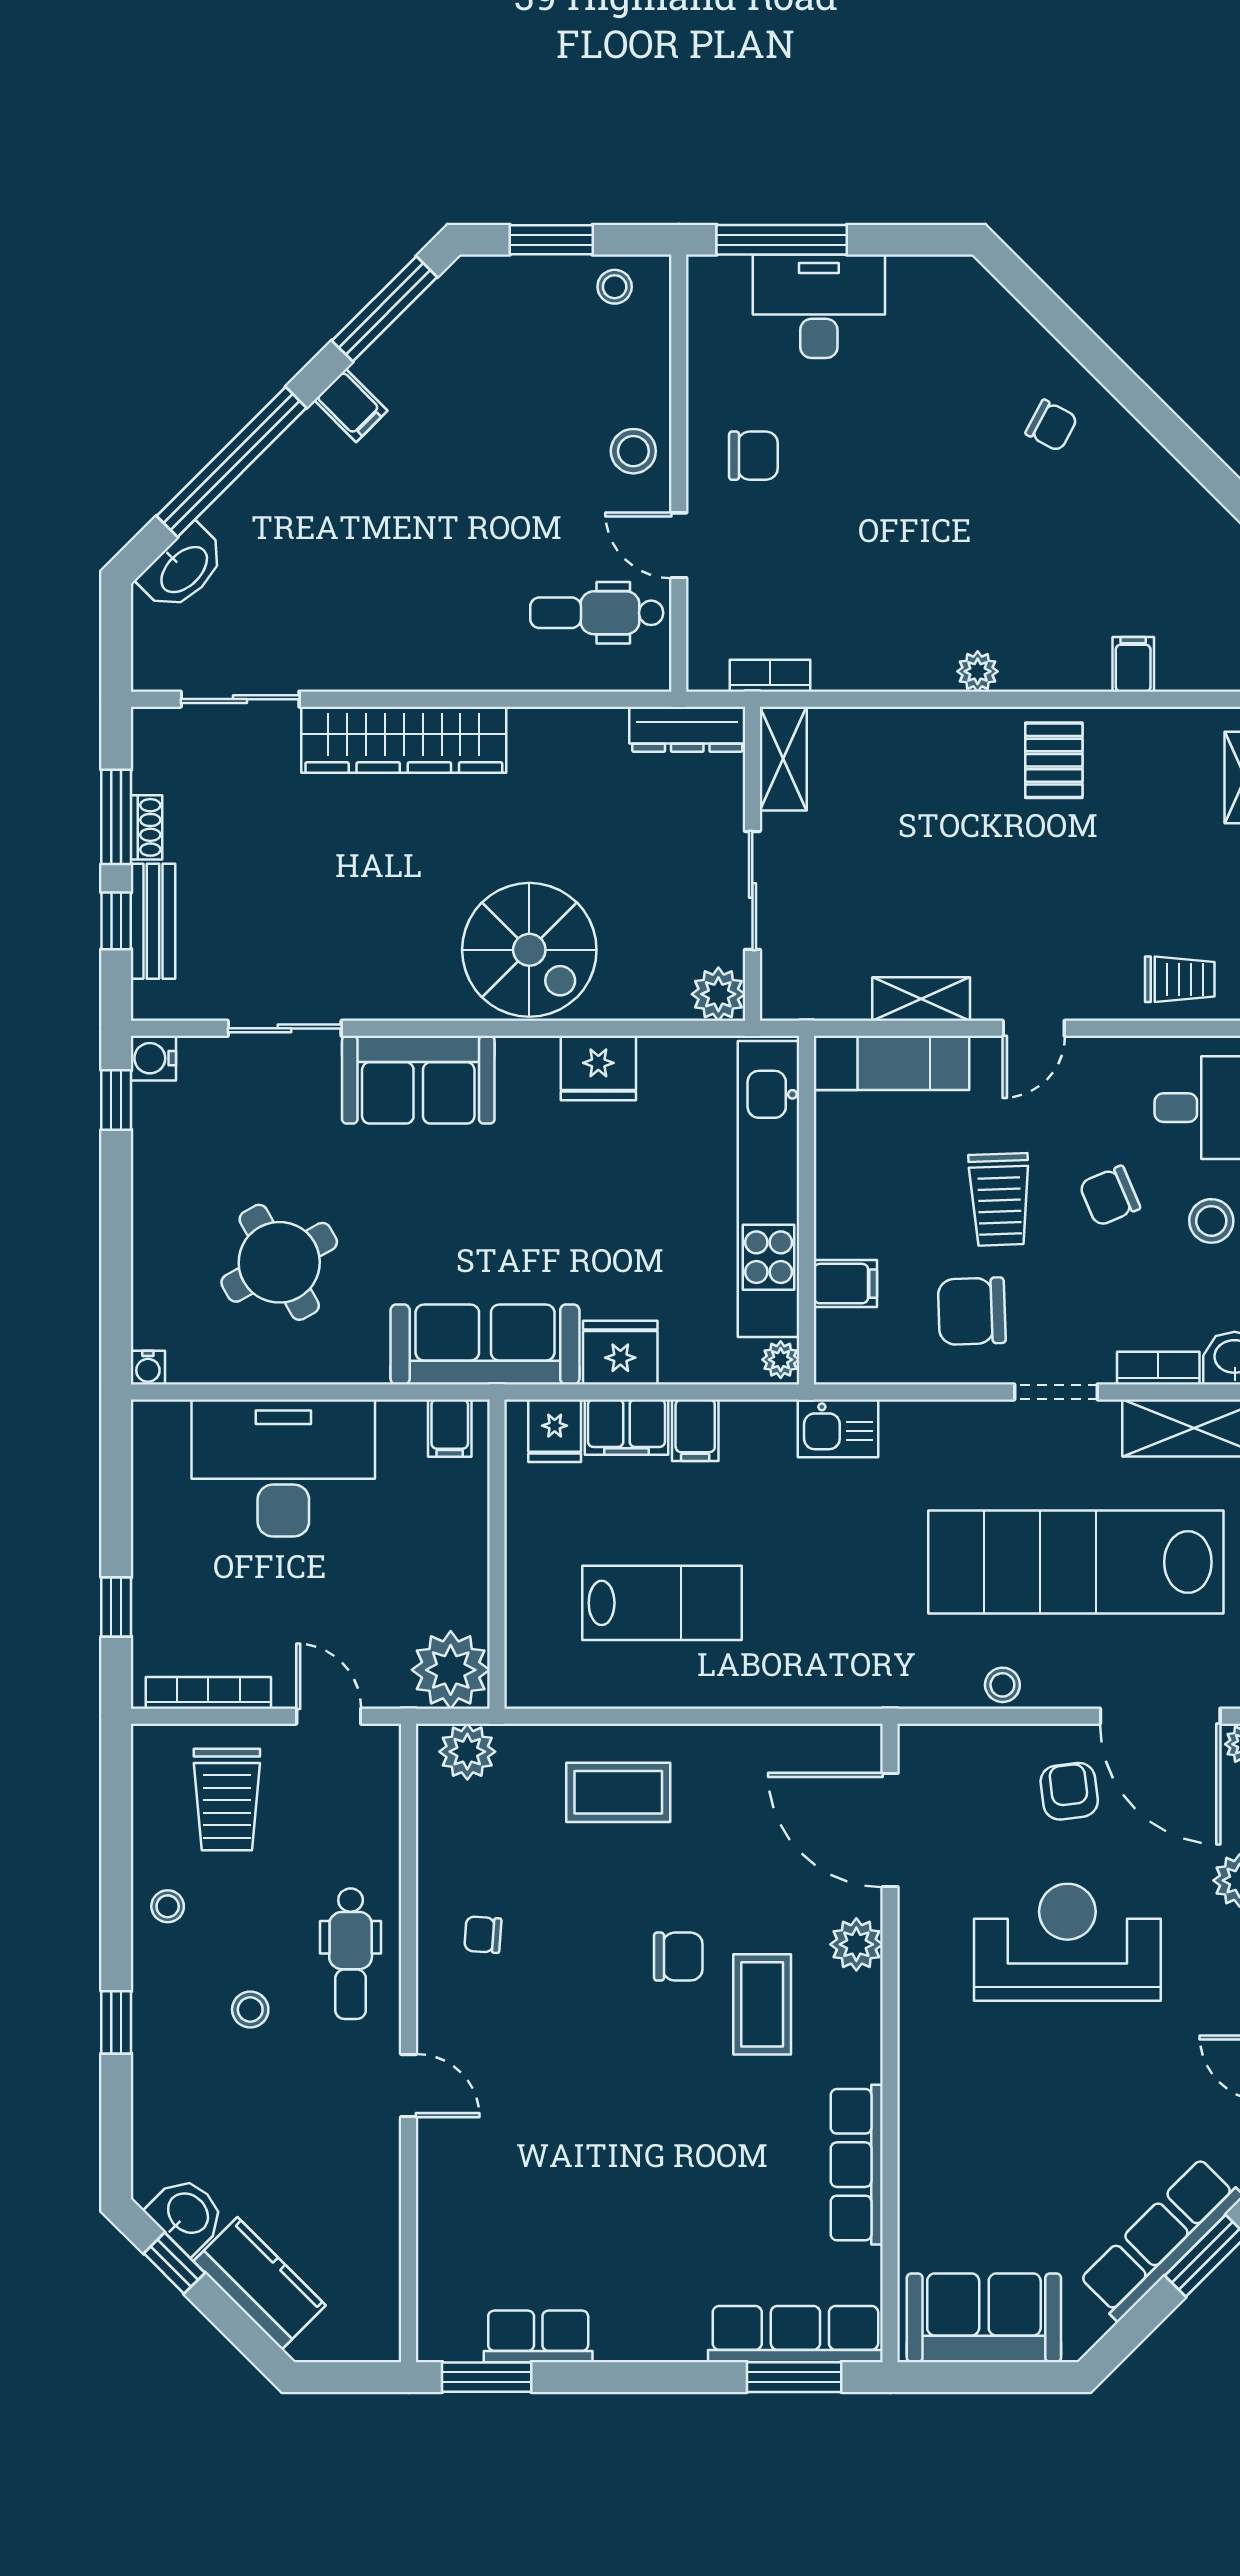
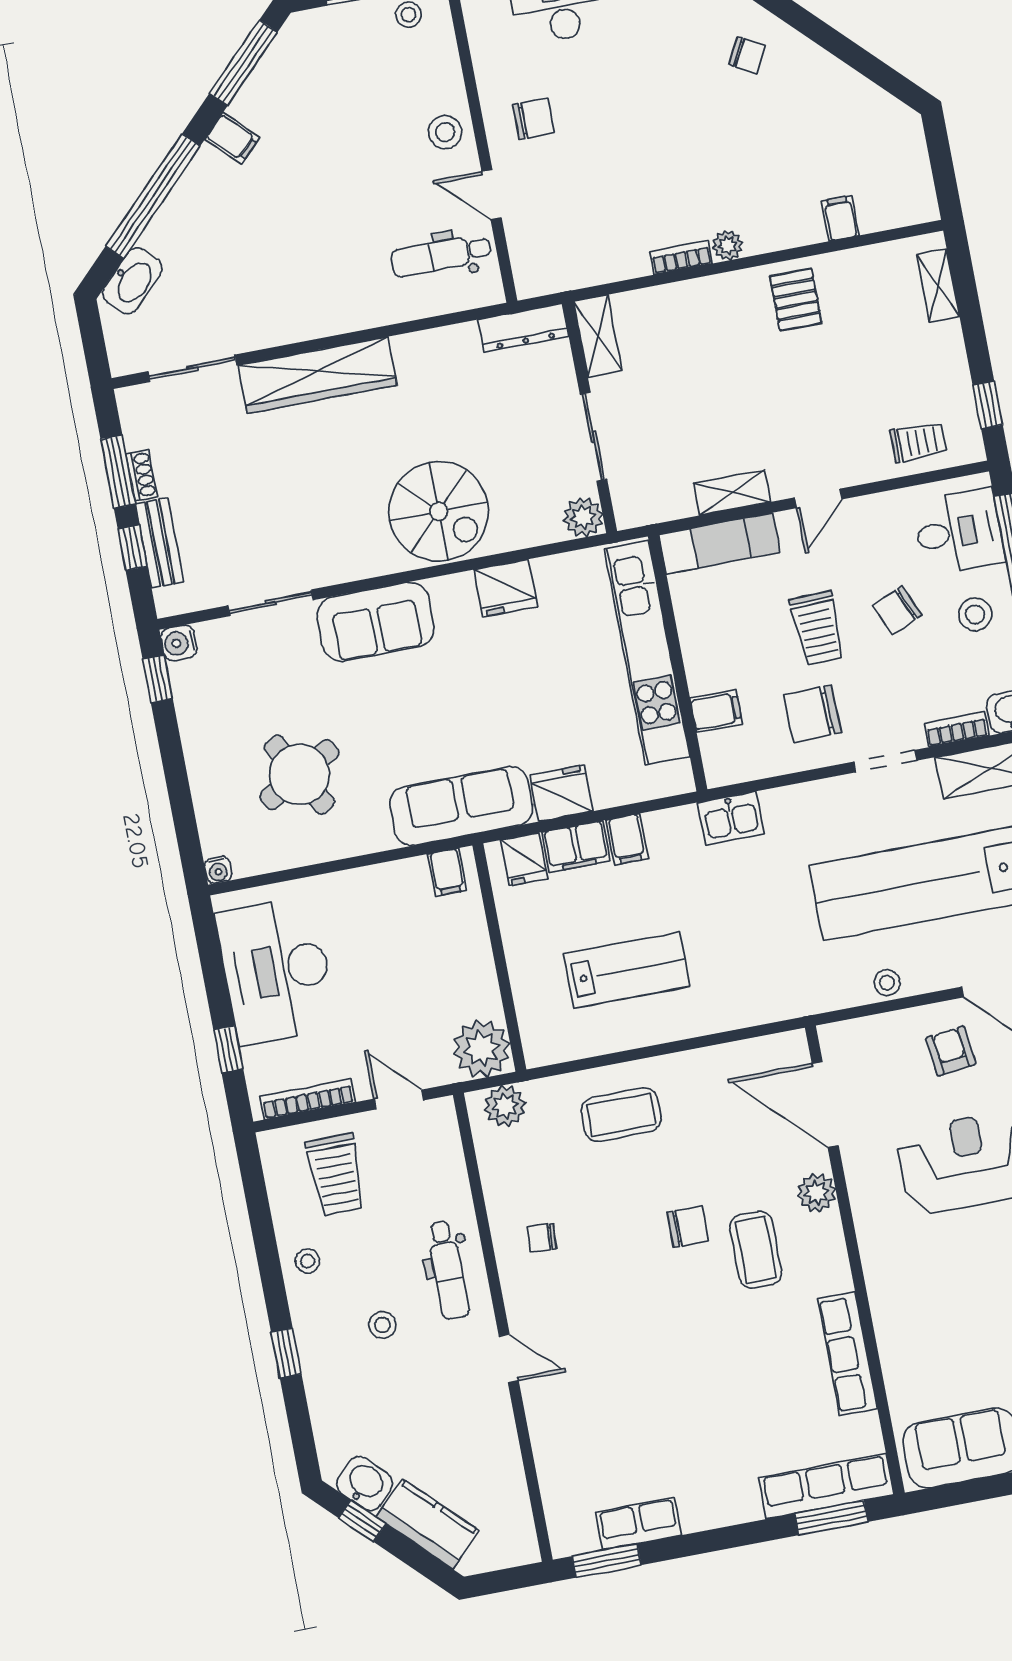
bookcase: (770, 676) -> (681, 257), moved
plant: (781, 1360) -> (680, 776), removed
desk: (283, 1468) -> (276, 971), moved, turned -90

